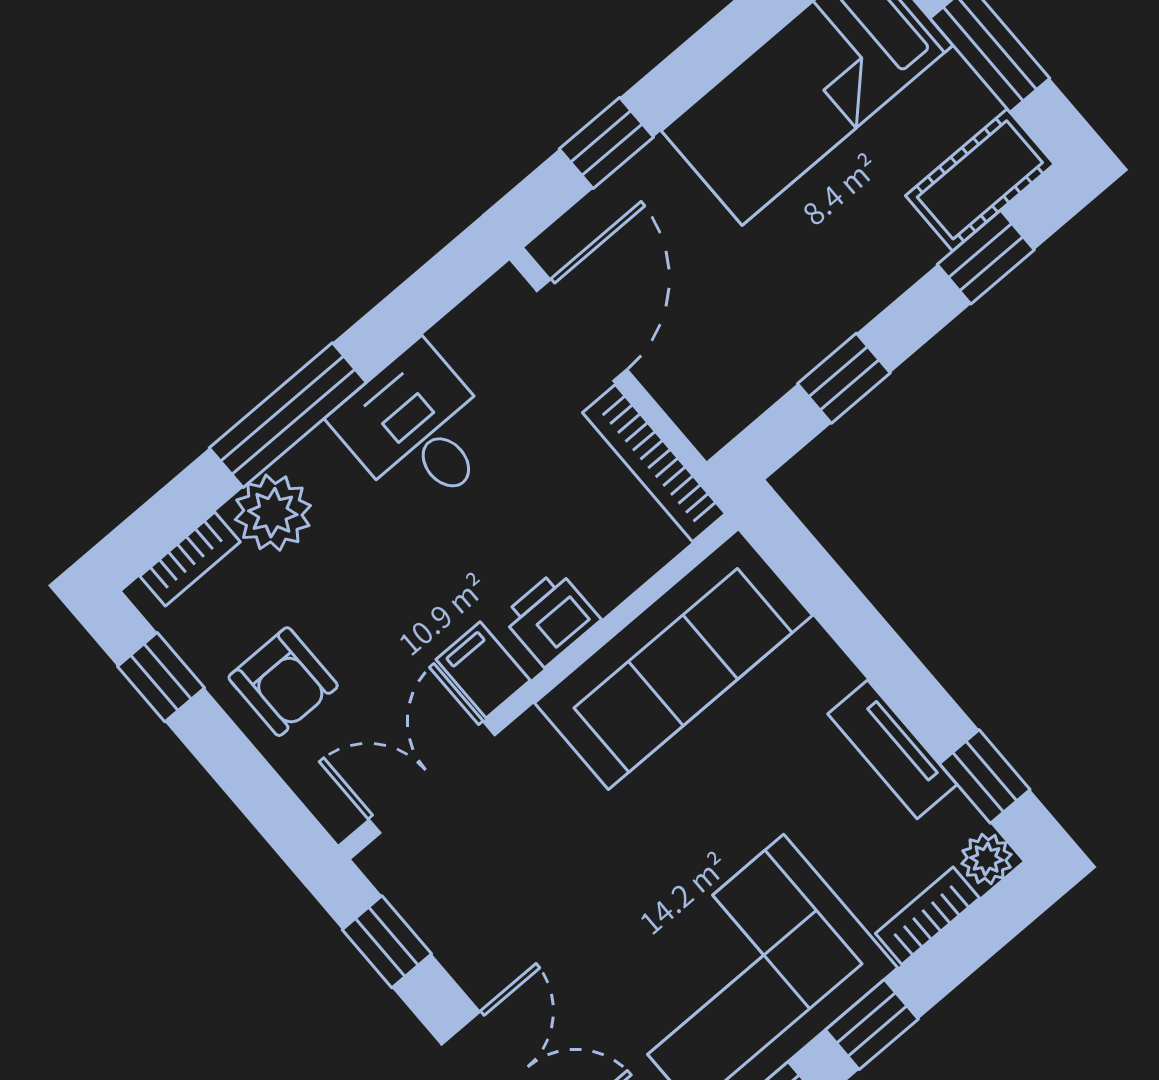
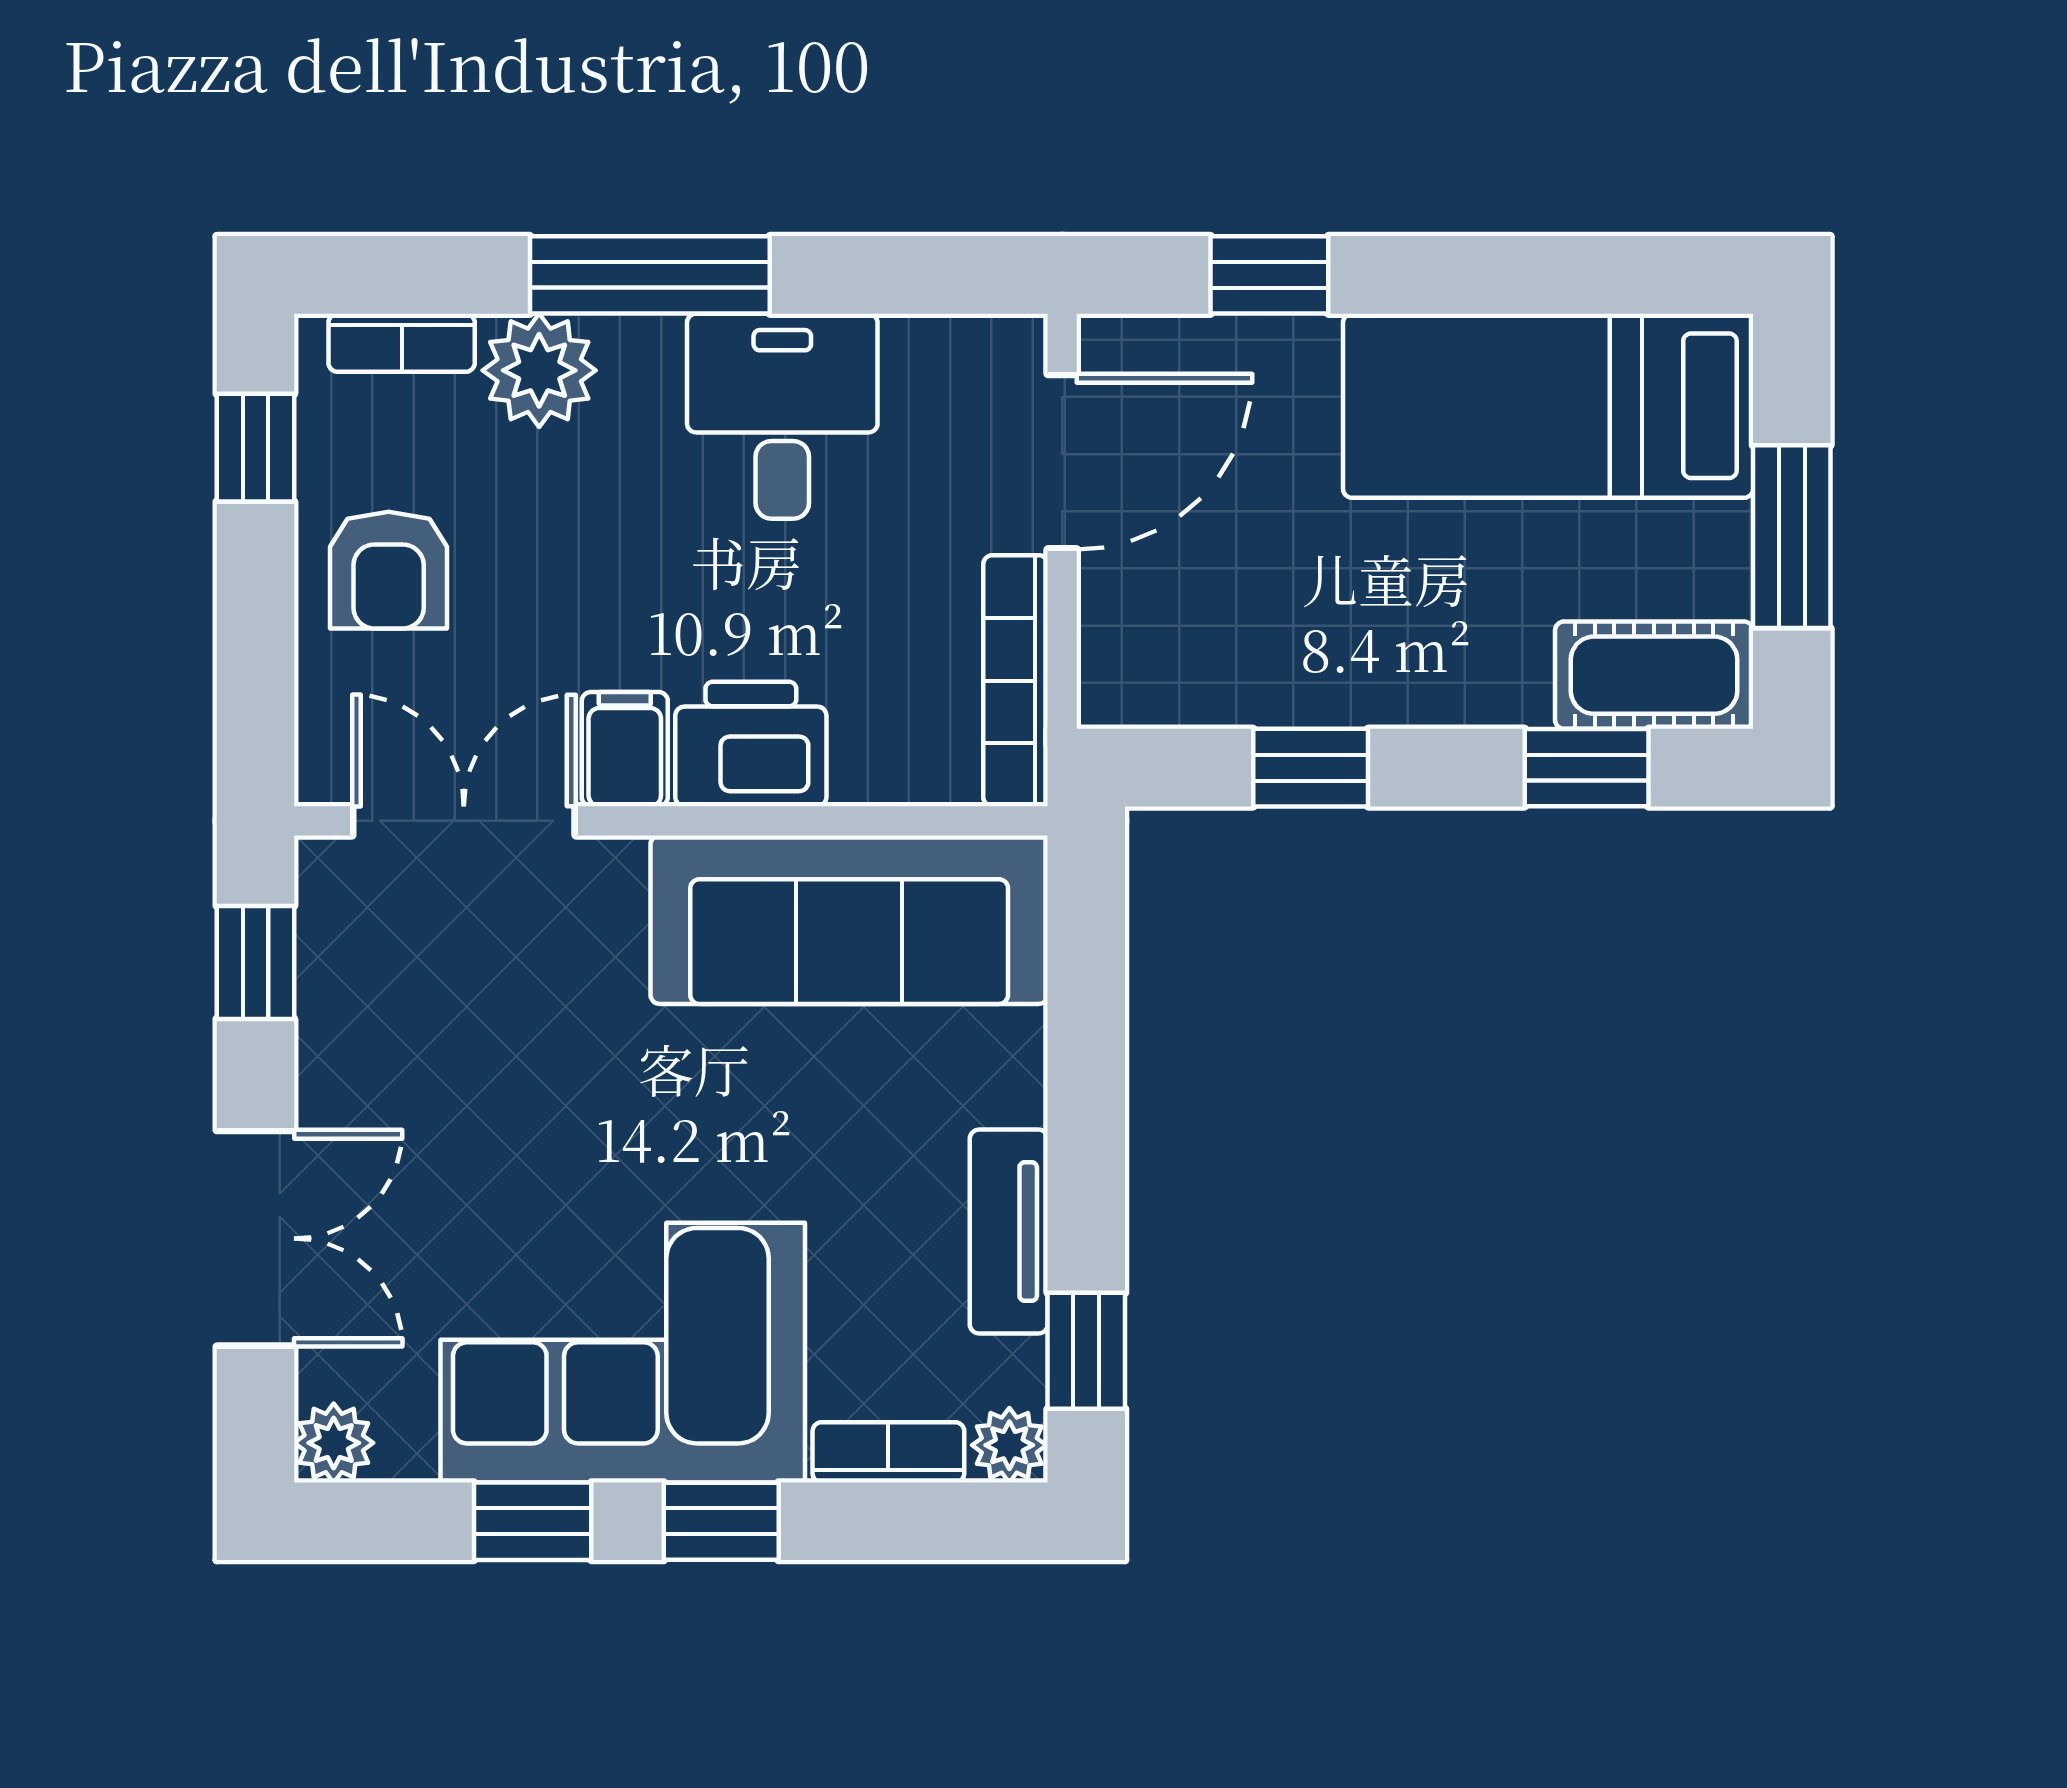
printer: (551, 618) -> (751, 744), width x1.36, depth x1.24

